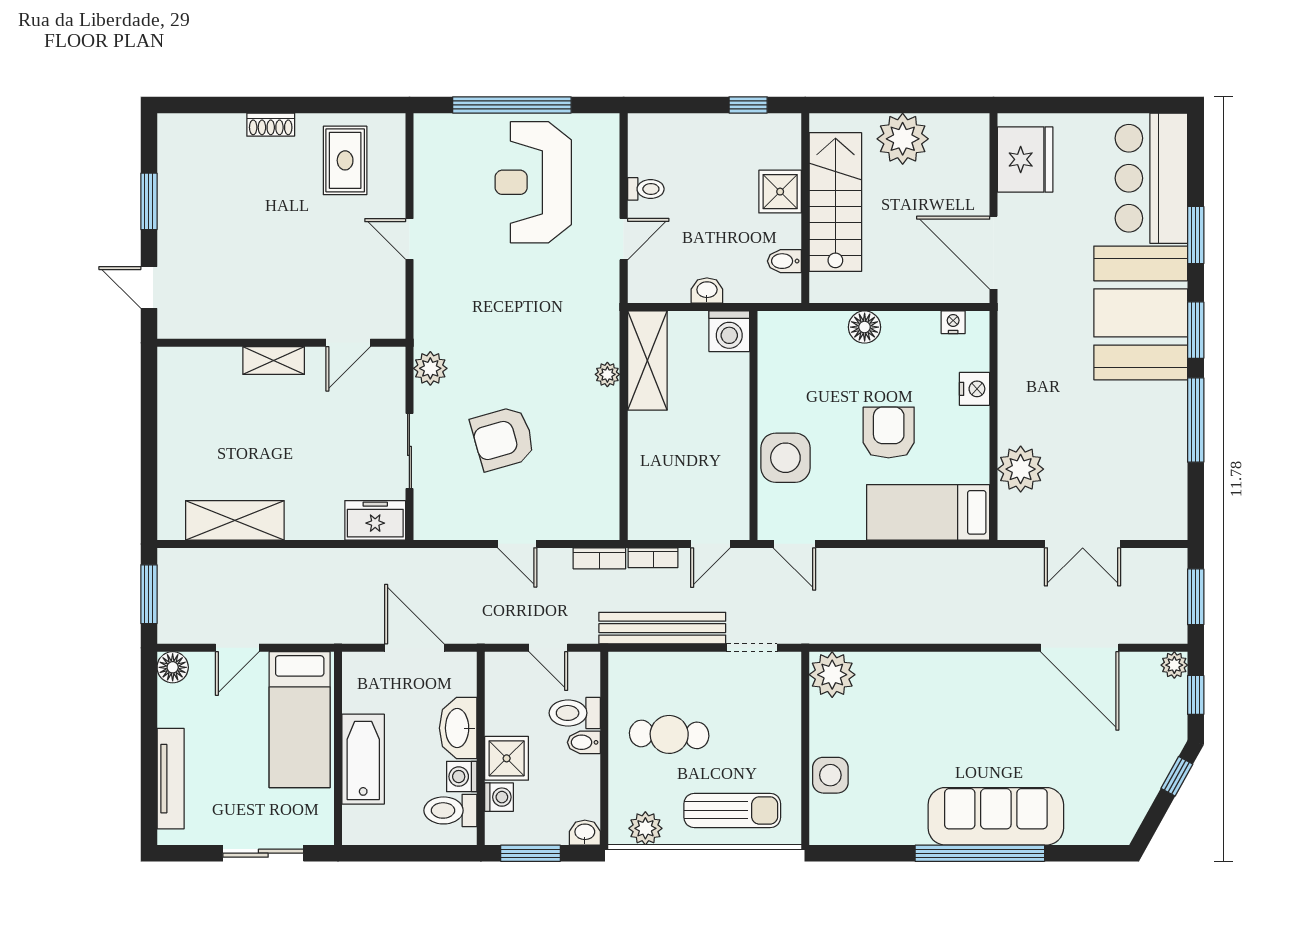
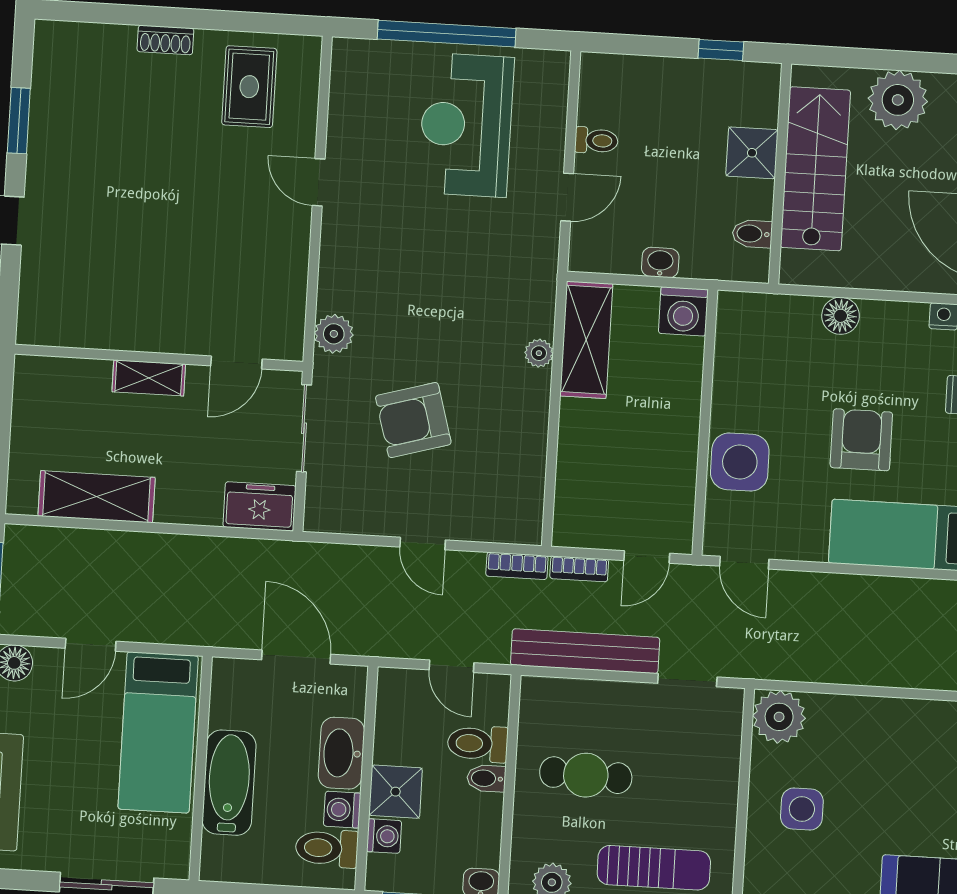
wall: (281, 343) -> (159, 358), moved
door: (348, 343) -> (236, 362), moved
shelving: (274, 361) -> (149, 378), moved
side table: (830, 775) -> (802, 809), moved

